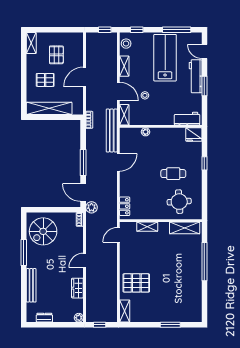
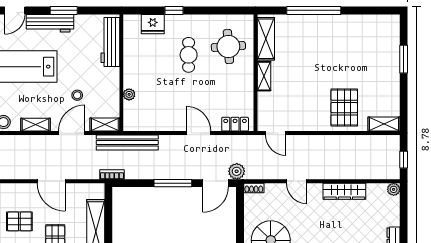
workbench: (187, 119) -> (110, 42), width x1.37
fridge: (194, 135) -> (153, 24), moved, turned 90
door: (118, 162) -> (199, 133), moved
shelving: (147, 227) -> (264, 76), moved
door: (84, 260) -> (297, 181), moved
wardrobe: (77, 288) -> (344, 191), width x1.50

